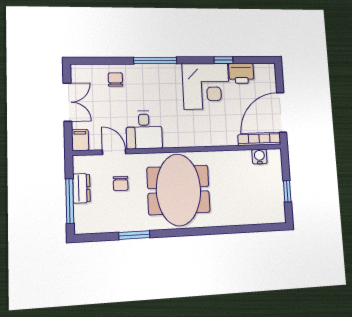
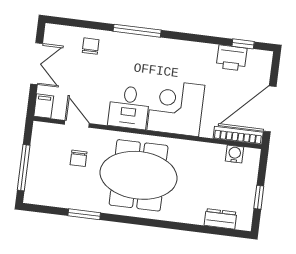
window: (223, 60) -> (243, 44), moved
corner desk: (206, 86) -> (176, 108), moved, turned 180
desk: (144, 130) -> (129, 107), moved
dresser: (81, 188) -> (220, 219), moved, turned -90
meeting table: (179, 190) -> (139, 175), turned 90

